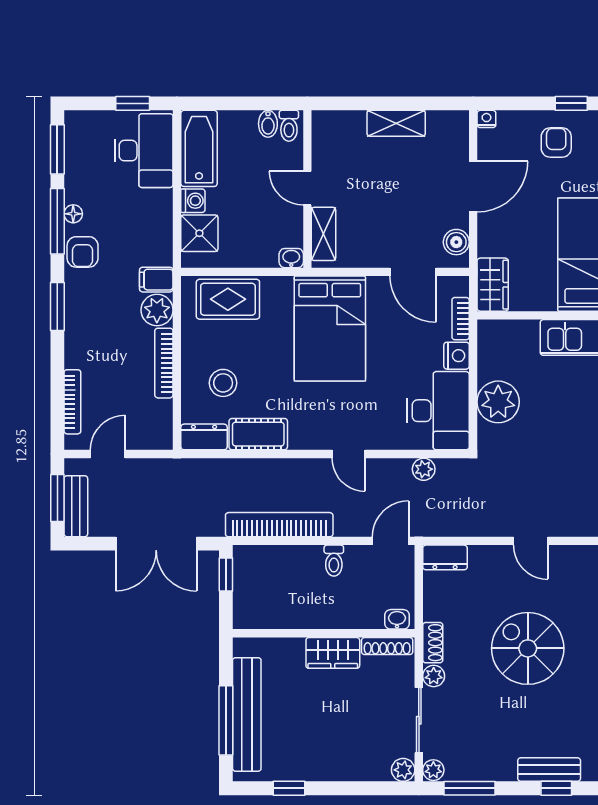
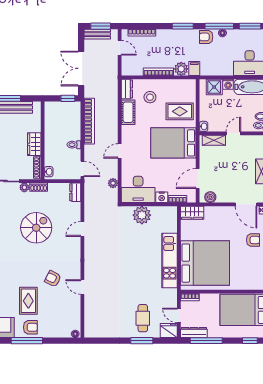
door: (473, 187) -> (246, 204), moved
rug: (228, 299) -> (180, 111), moved, turned 90

